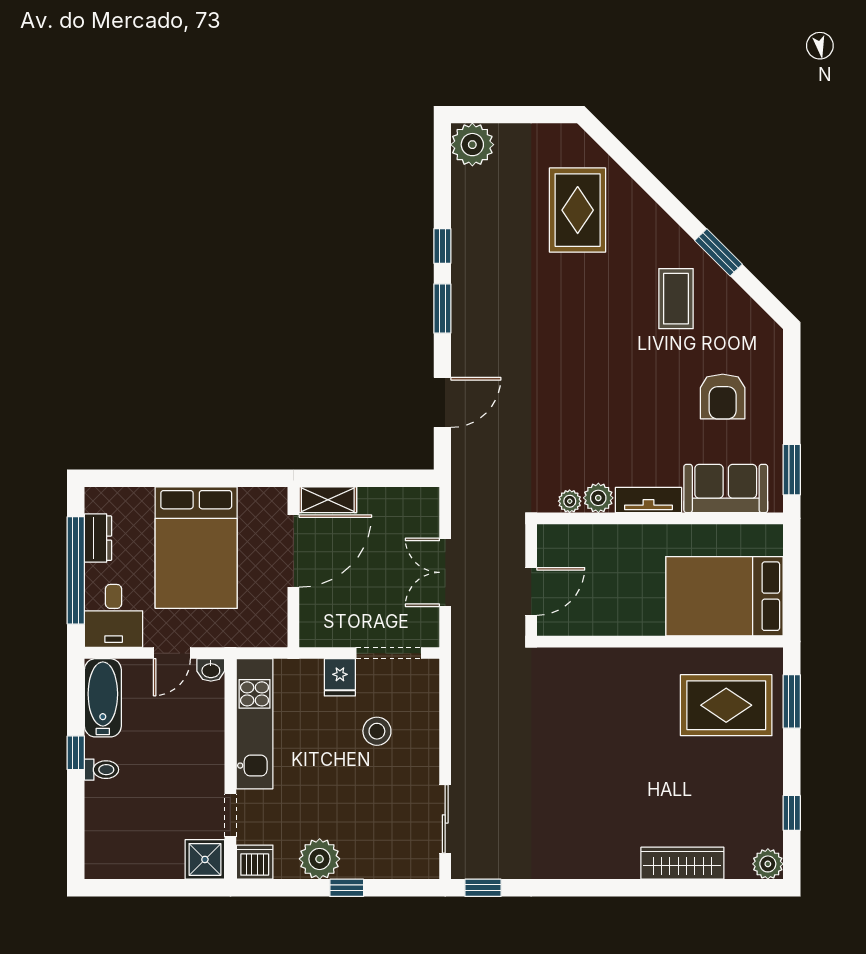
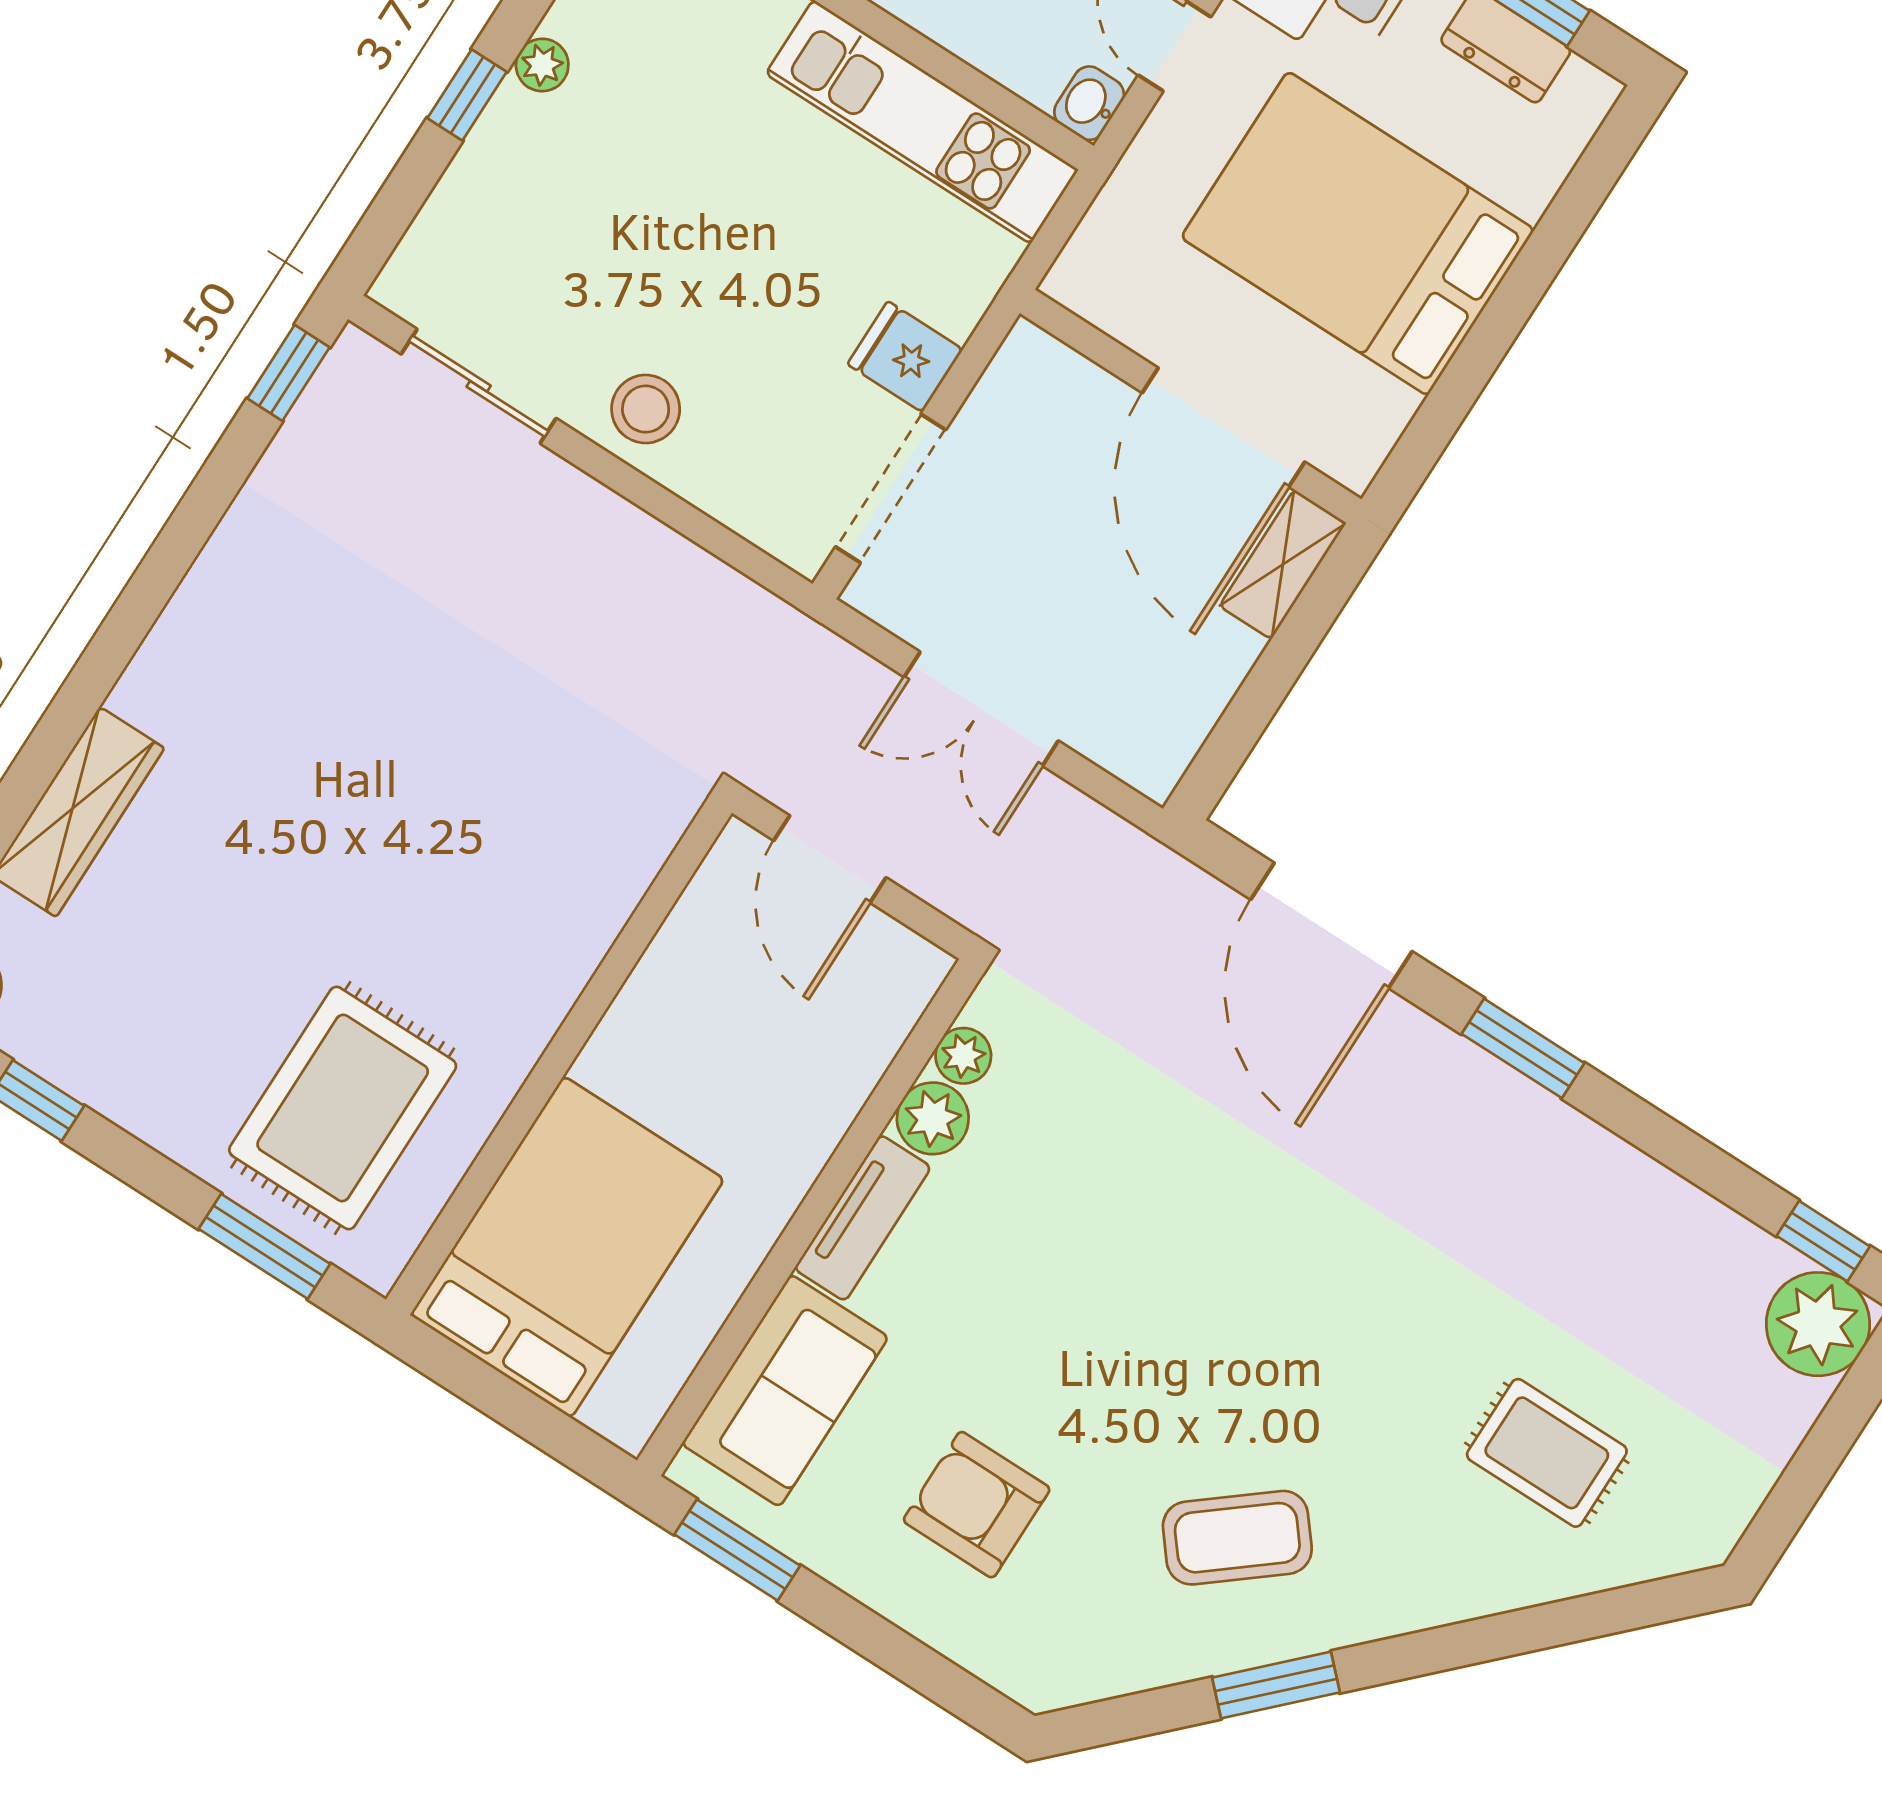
rug: (578, 210) -> (1547, 1453), width x0.73, depth x0.70
window: (442, 246) -> (1823, 1241), moved
coffee table: (676, 299) -> (1237, 1538), turned -39
door: (442, 402) -> (1331, 925), width x1.36
double door: (445, 572) -> (981, 709), swing flipped
stool: (377, 731) -> (646, 409), moved
plant: (320, 859) -> (542, 65), width x0.53, depth x0.53

